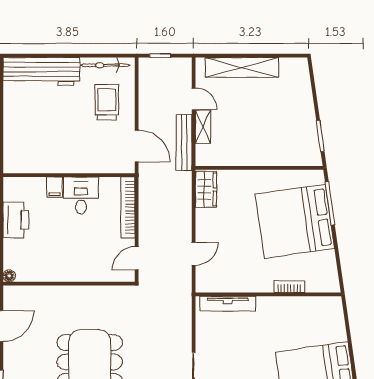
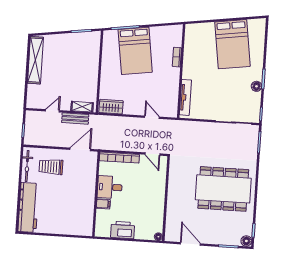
shelving: (242, 67) -> (35, 60), moved
shelving: (203, 127) -> (82, 107), moved
bench: (184, 143) -> (75, 119), width x0.73
bed: (295, 221) -> (135, 51), width x0.73

